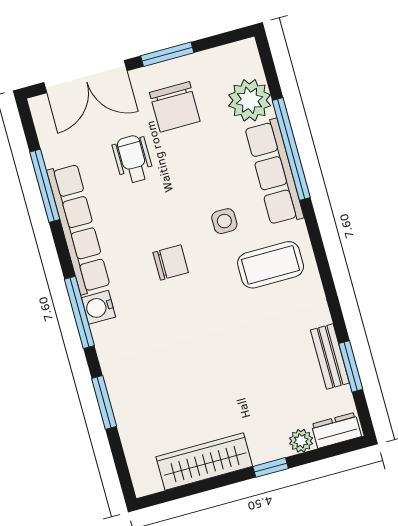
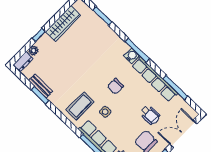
window: (351, 366) -> (40, 95), moved
window: (104, 402) -> (102, 16), moved

